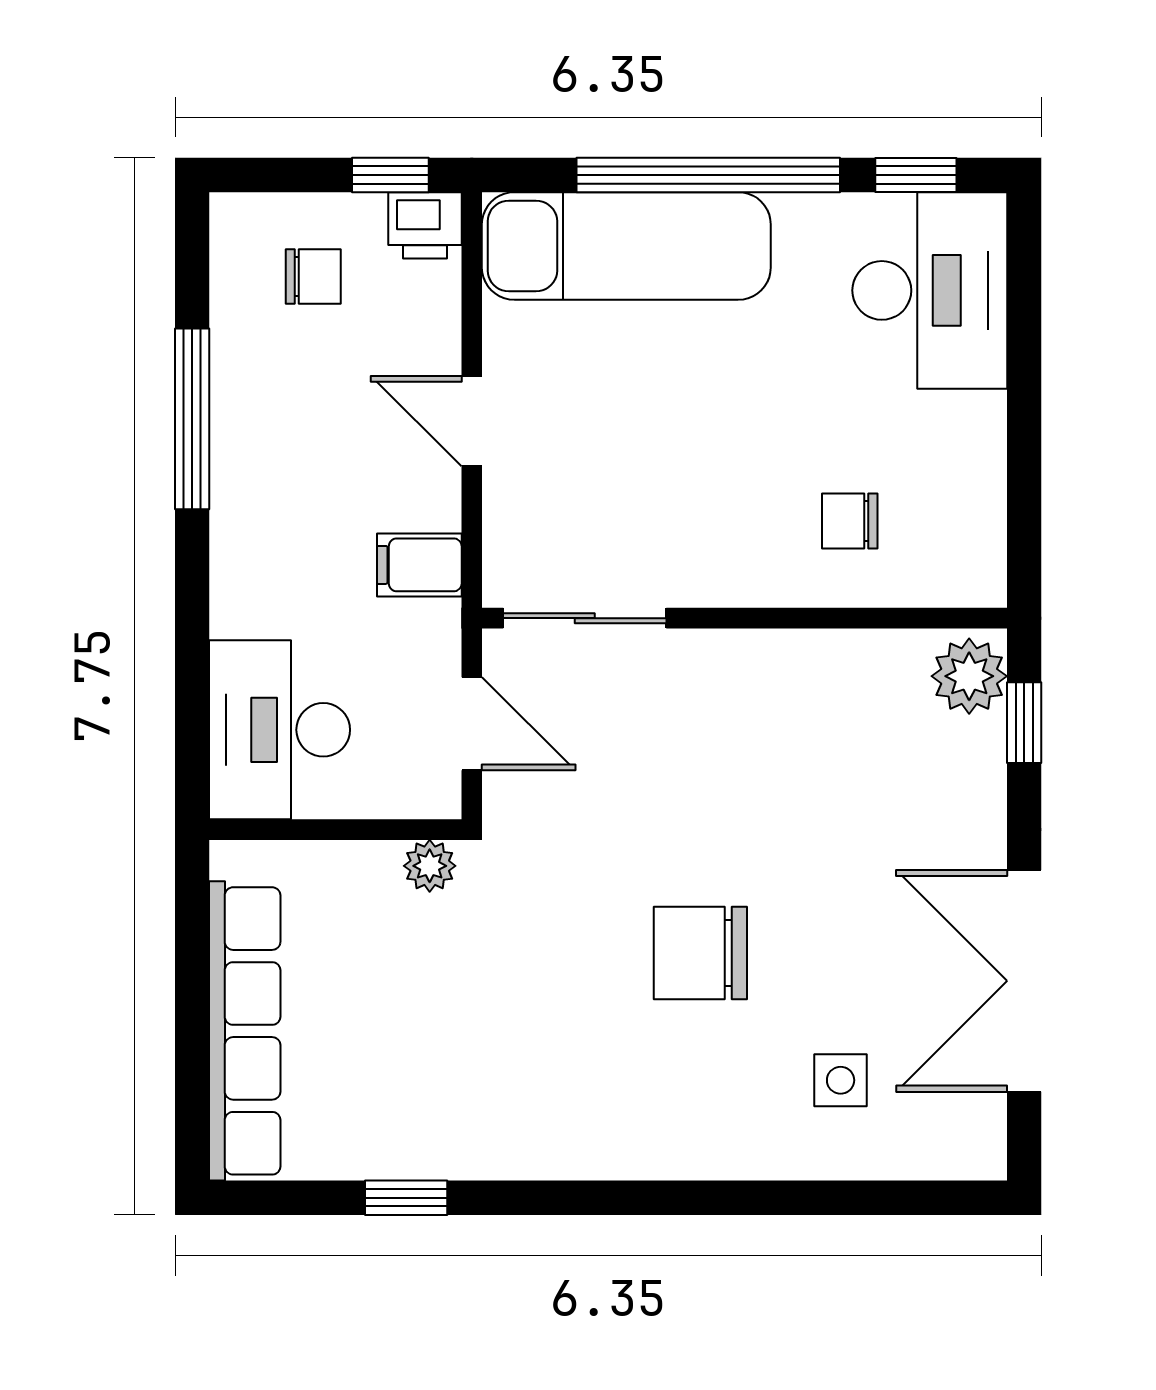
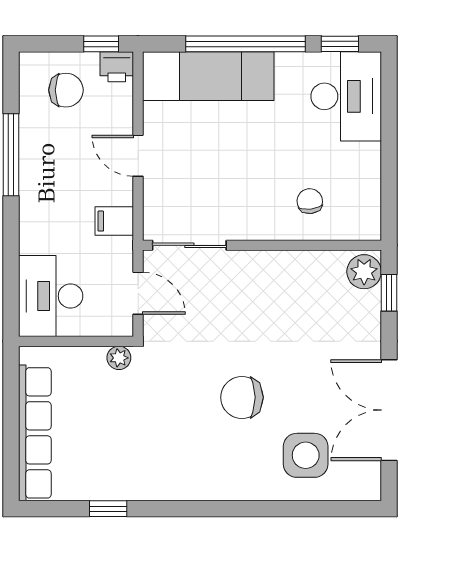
chair: (313, 277) -> (66, 90), width x1.37, depth x1.37
chair: (850, 521) -> (310, 201), turned 83
side table: (841, 1080) -> (306, 455), width x1.87, depth x1.87

